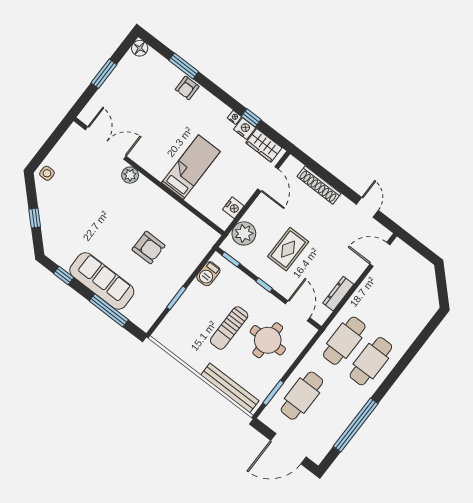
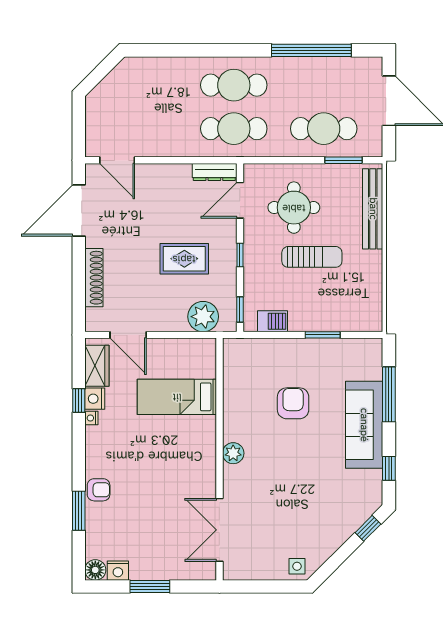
bed: (191, 167) -> (177, 397), moved
plant: (130, 175) -> (233, 453), moved
door: (268, 179) -> (128, 335), swing flipped
door: (367, 207) -> (79, 210), width x1.88
nightstand: (233, 208) -> (118, 571), moved, turned 180
window: (35, 218) -> (368, 528), moved
dresser: (338, 294) -> (214, 172), moved

